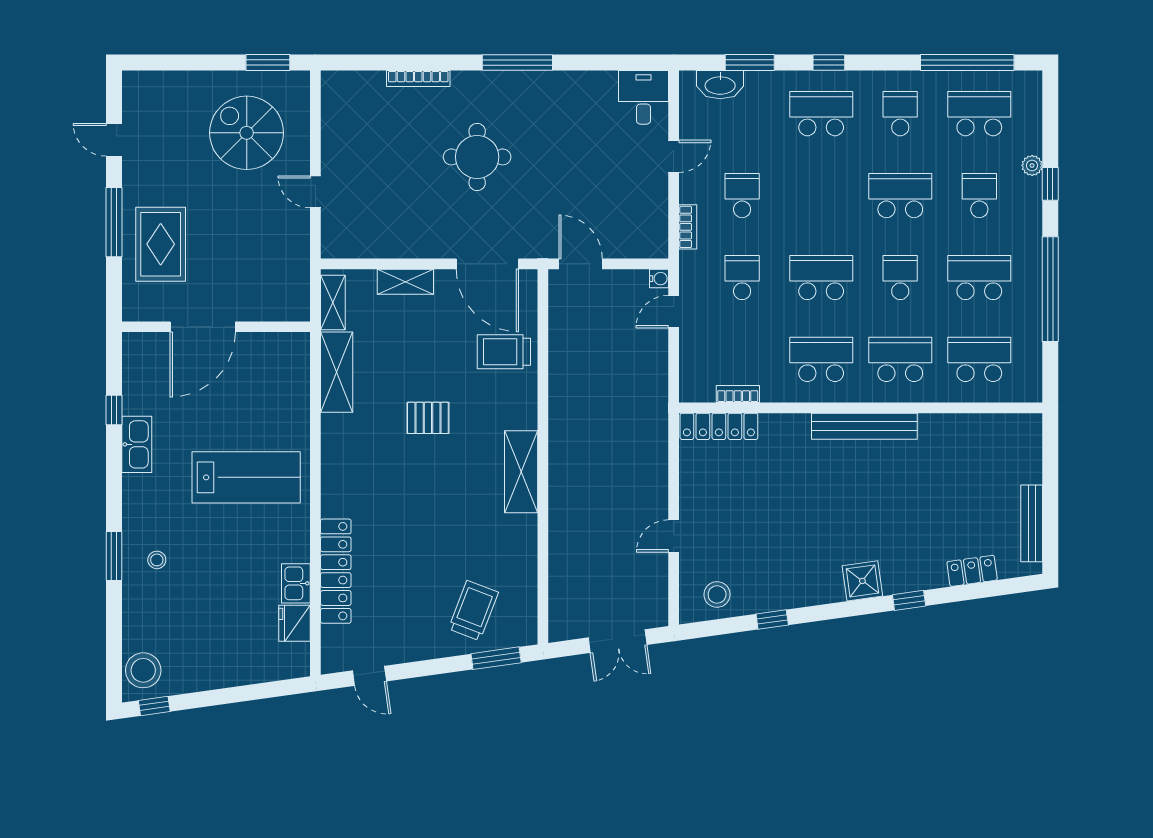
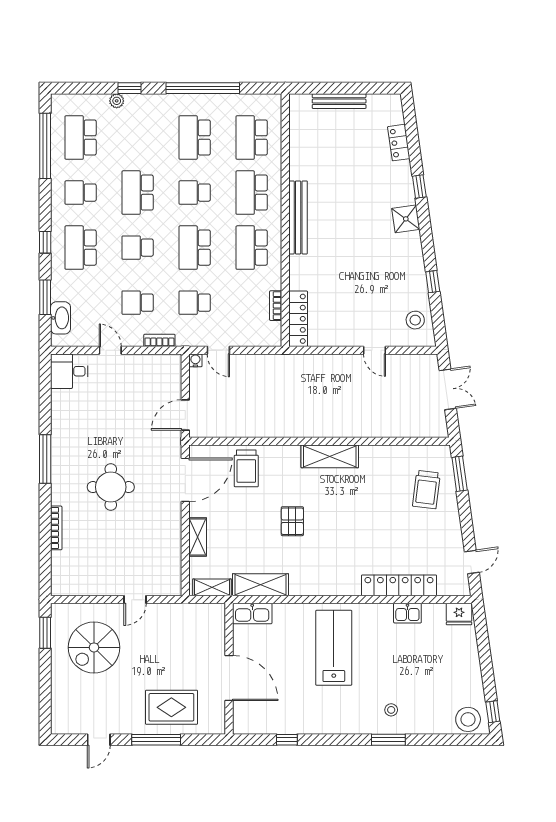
school desk: (979, 196) -> (138, 248), moved
kitchen sink: (137, 444) -> (252, 614), moved, turned 180
bench: (1032, 523) -> (339, 101), moved
trolley: (473, 611) -> (426, 490), turned -104
fridge: (295, 623) -> (459, 614), moved

